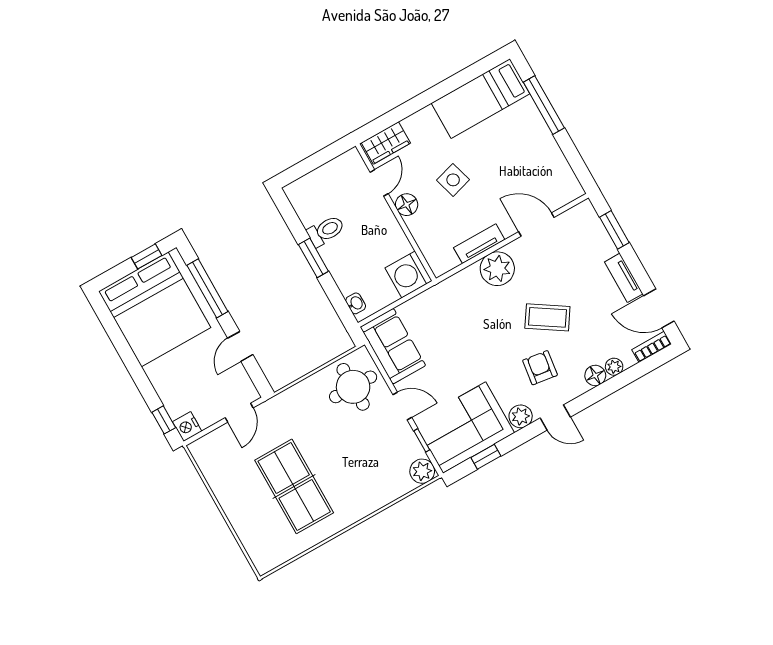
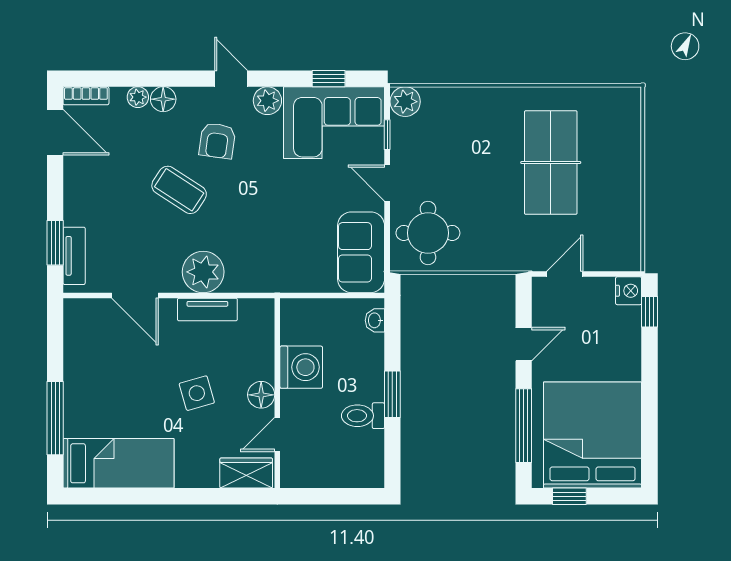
washing machine: (408, 274) -> (301, 367), moved
tv unit: (624, 278) -> (74, 256), moved

